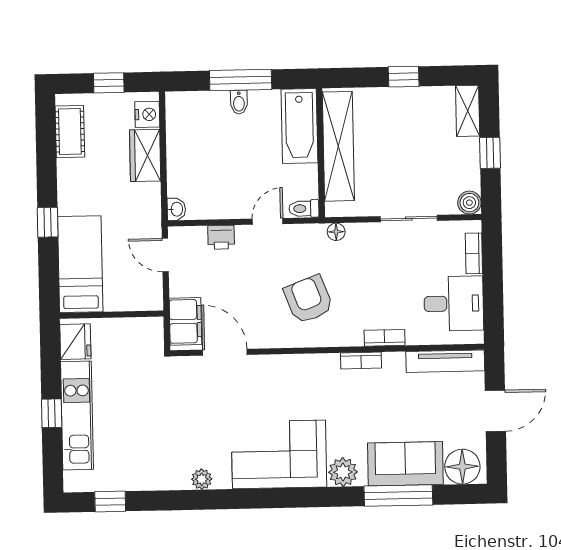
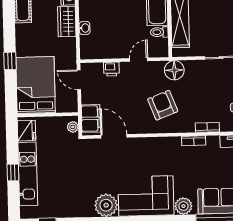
washbasin: (176, 209) -> (85, 28), moved
toilet: (304, 209) -> (159, 32), moved
floor lamp: (336, 232) -> (174, 70), width x1.89, depth x1.89
bed: (80, 264) -> (35, 85), width x1.50
plant: (154, 336) -> (73, 127), added
plant: (202, 479) -> (106, 205), width x1.88, depth x1.88

